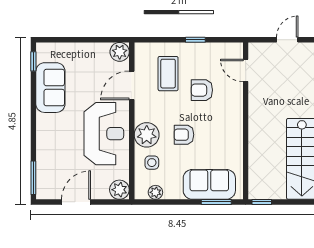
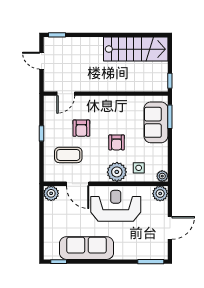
sofa: (50, 88) -> (86, 248), width x1.36
plant: (155, 192) -> (162, 176), moved
door: (76, 202) -> (170, 228), swing flipped

